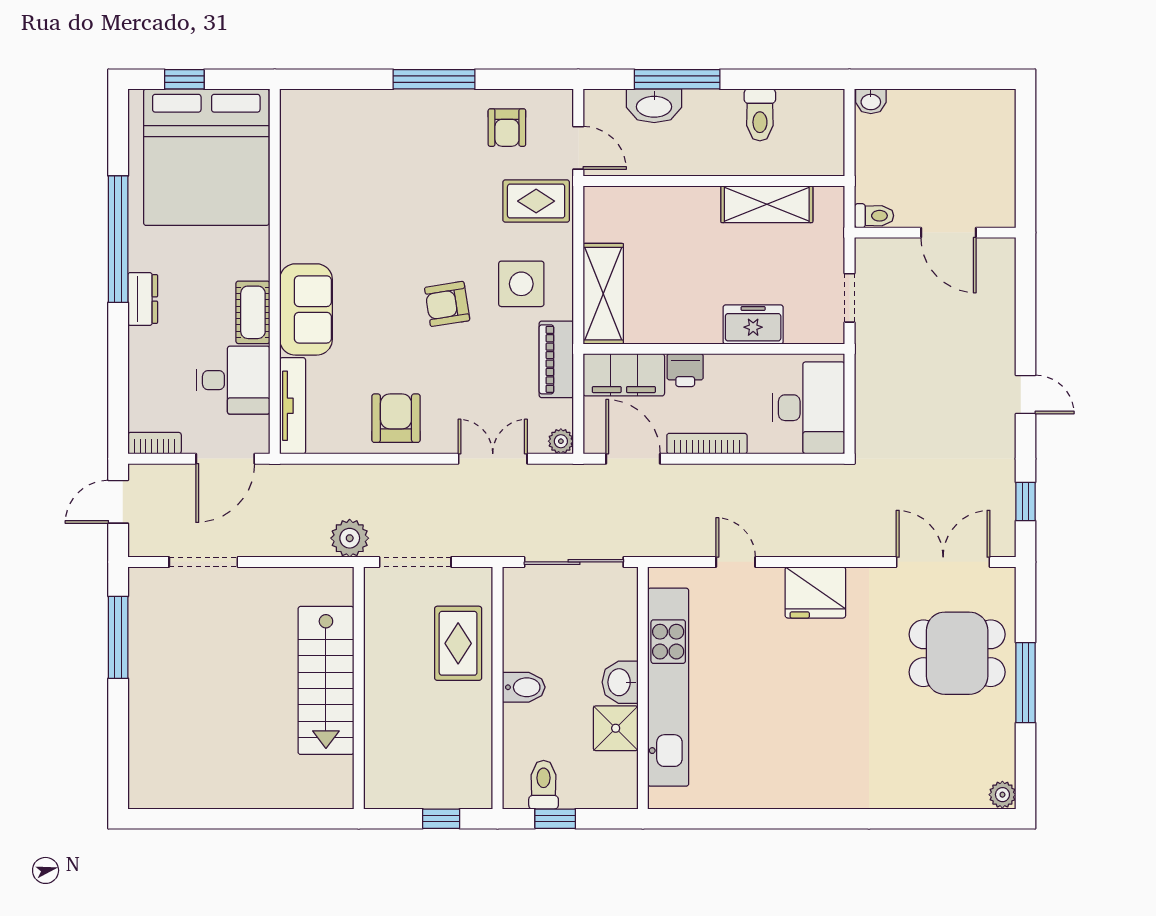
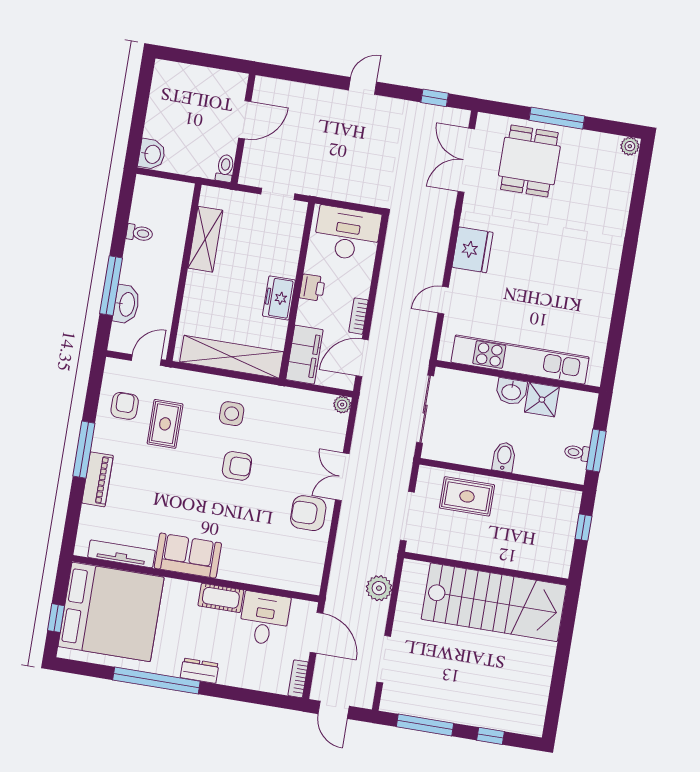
washbasin: (871, 101) -> (152, 154), width x1.38, depth x1.45
toilet: (760, 115) -> (139, 233), width x0.73, depth x0.72
armchair: (507, 128) -> (125, 406), turned -90
rug: (536, 201) -> (165, 424), moved
side table: (521, 284) -> (232, 414), width x0.73, depth x0.73
shelving: (603, 294) -> (232, 357), width x1.47
armchair: (447, 304) -> (237, 466), turned -81
sofa: (306, 309) -> (188, 556), moved
freezer: (753, 324) -> (279, 298), moved
piano: (556, 359) -> (98, 479), moved, turned -90
printer: (685, 370) -> (312, 288), moved
tv unit: (293, 406) -> (121, 554), moved
bookcase: (707, 444) -> (358, 316), width x0.64
double door: (493, 459) -> (342, 477), moved
plant: (350, 538) -> (379, 588), moved
stairs: (326, 680) -> (494, 602), width x1.36, depth x1.51
window: (118, 734) -> (491, 736), added
toilet: (544, 785) -> (577, 453), width x0.73, depth x0.72
window: (555, 819) -> (596, 450), width x1.50

